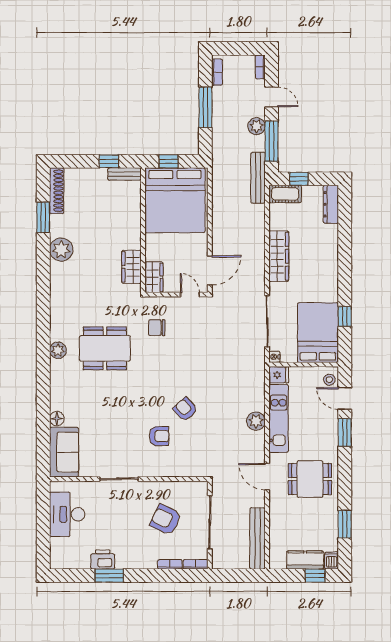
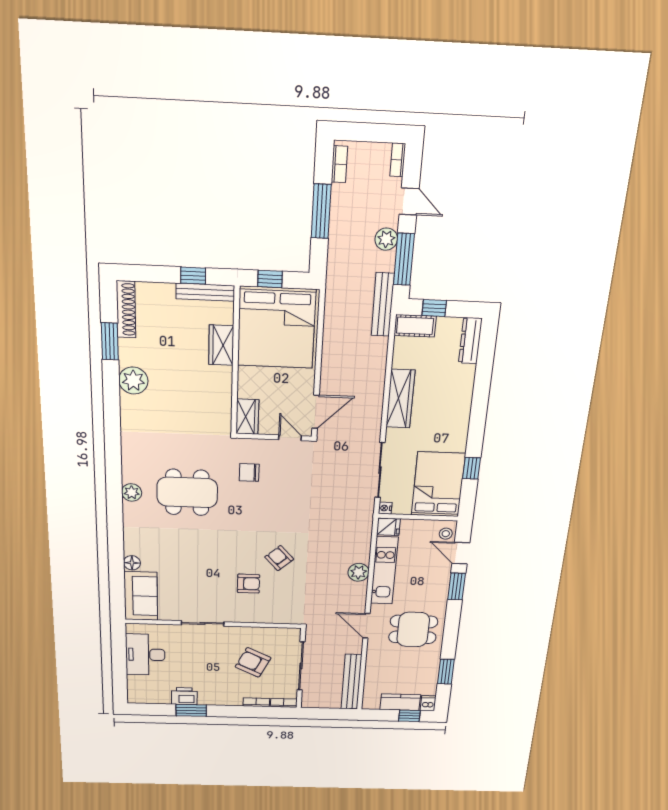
bench: (125, 174) -> (205, 292), width x1.36
wardrobe: (132, 267) -> (221, 345), moved

